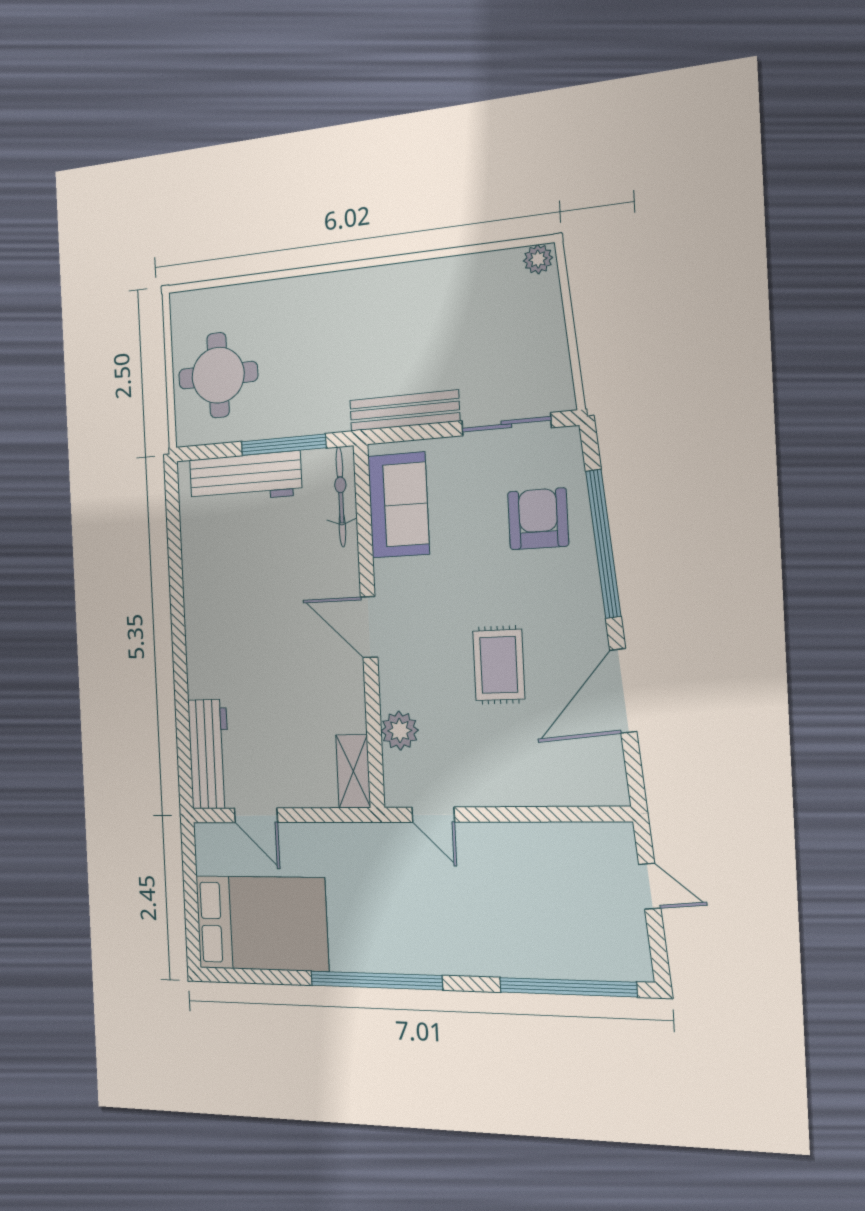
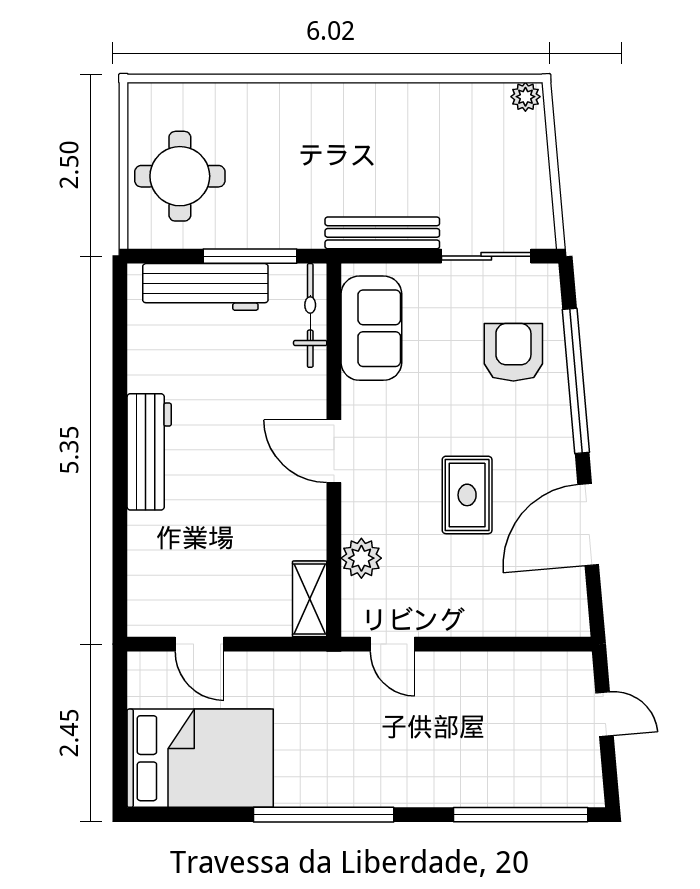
workbench: (209, 754) -> (149, 452), moved

